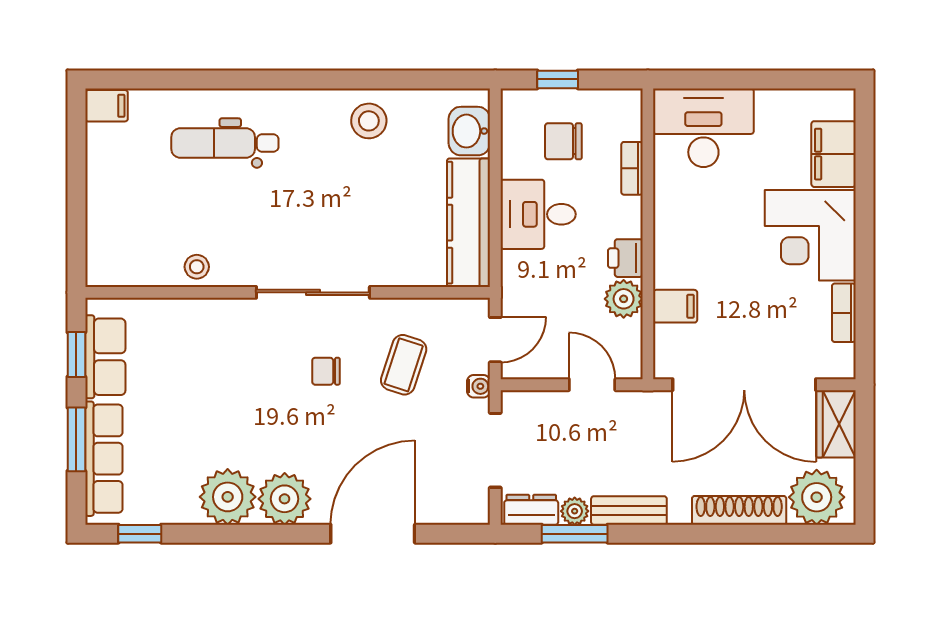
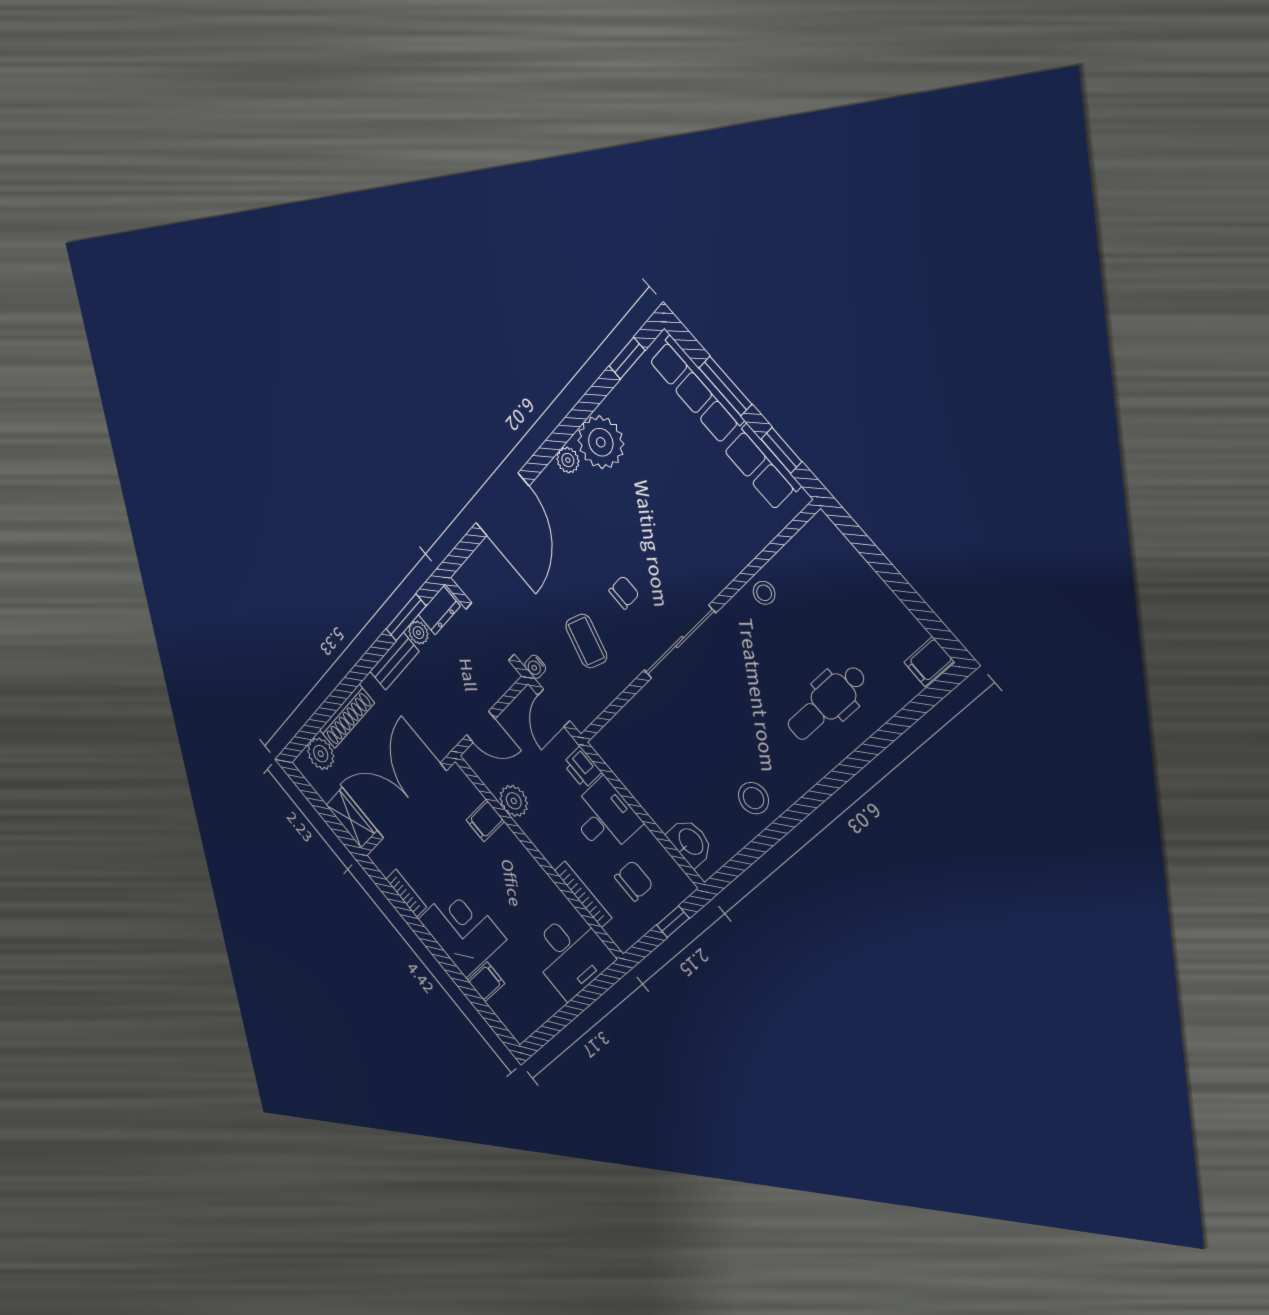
dental chair: (225, 143) -> (827, 703), turned 180
filing cabinet: (833, 154) -> (486, 982), width x0.50
bookcase: (632, 168) -> (583, 894), width x1.56
kitchen counter: (468, 223) -> (636, 776), removed
printer: (625, 258) -> (582, 768), moved, turned 180
plant: (817, 497) -> (321, 754), width x0.73, depth x0.73
plant: (285, 499) -> (568, 460), width x0.53, depth x0.53

